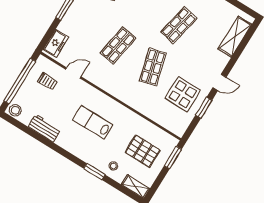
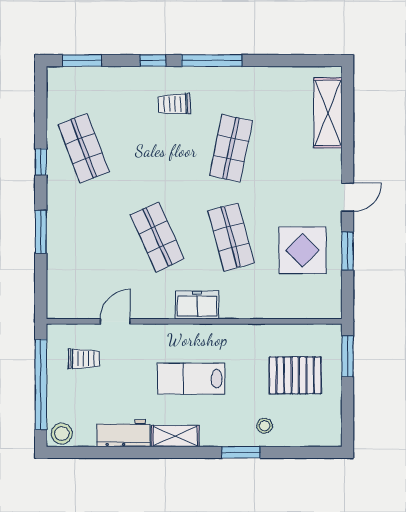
freezer: (56, 43) -> (197, 305), moved, turned -90
shop shelf: (118, 45) -> (157, 237), turned -33
shelving: (136, 187) -> (175, 436), moved

